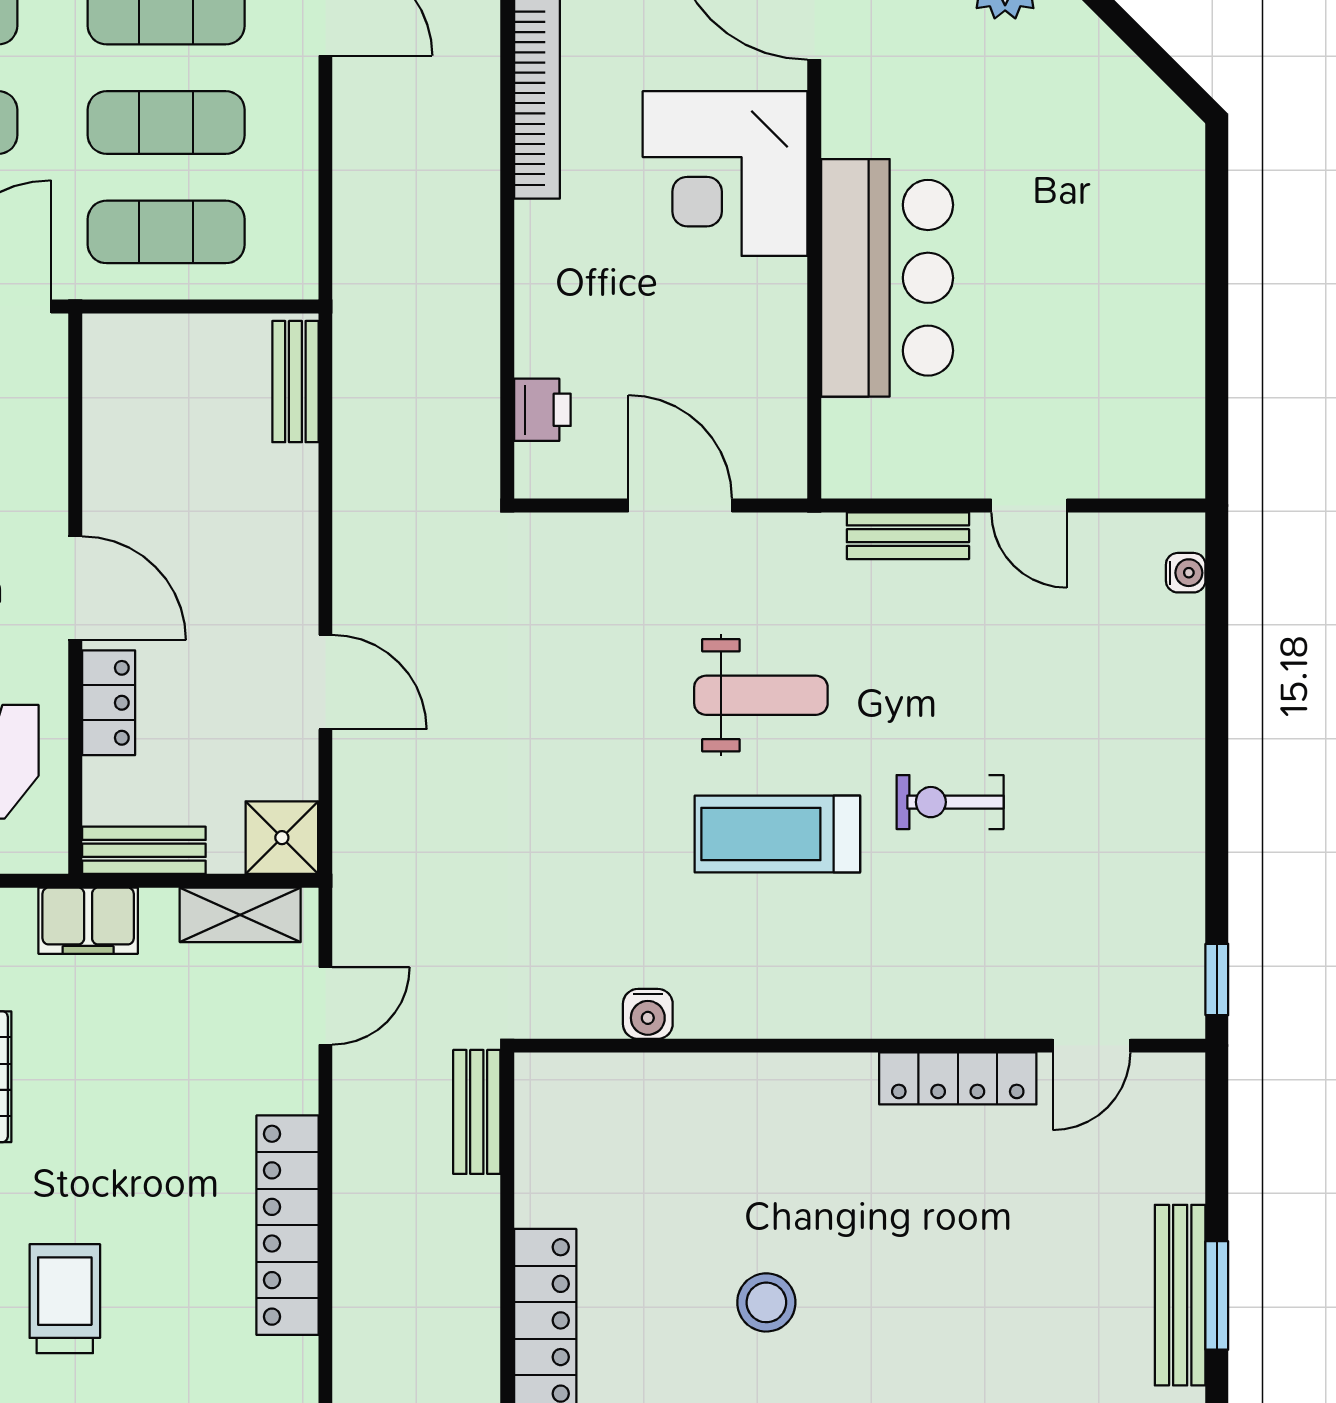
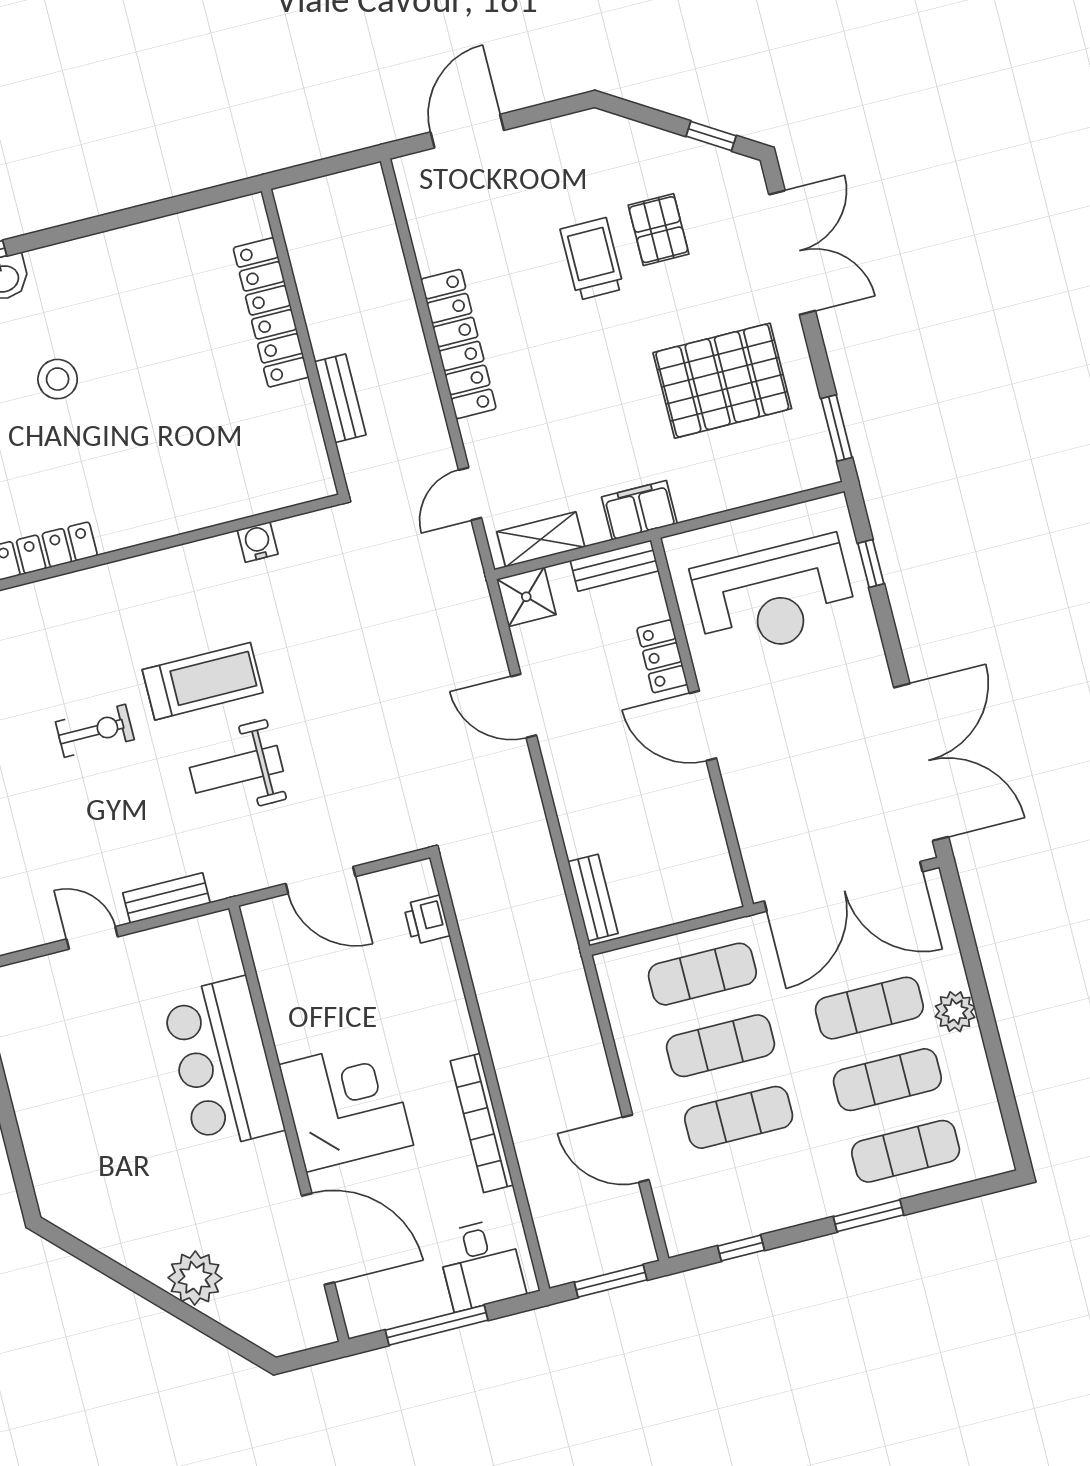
bench: (477, 1112) -> (340, 398), moved
trolley: (65, 1299) -> (592, 259), turned 180
stool: (766, 1302) -> (58, 379), moved

